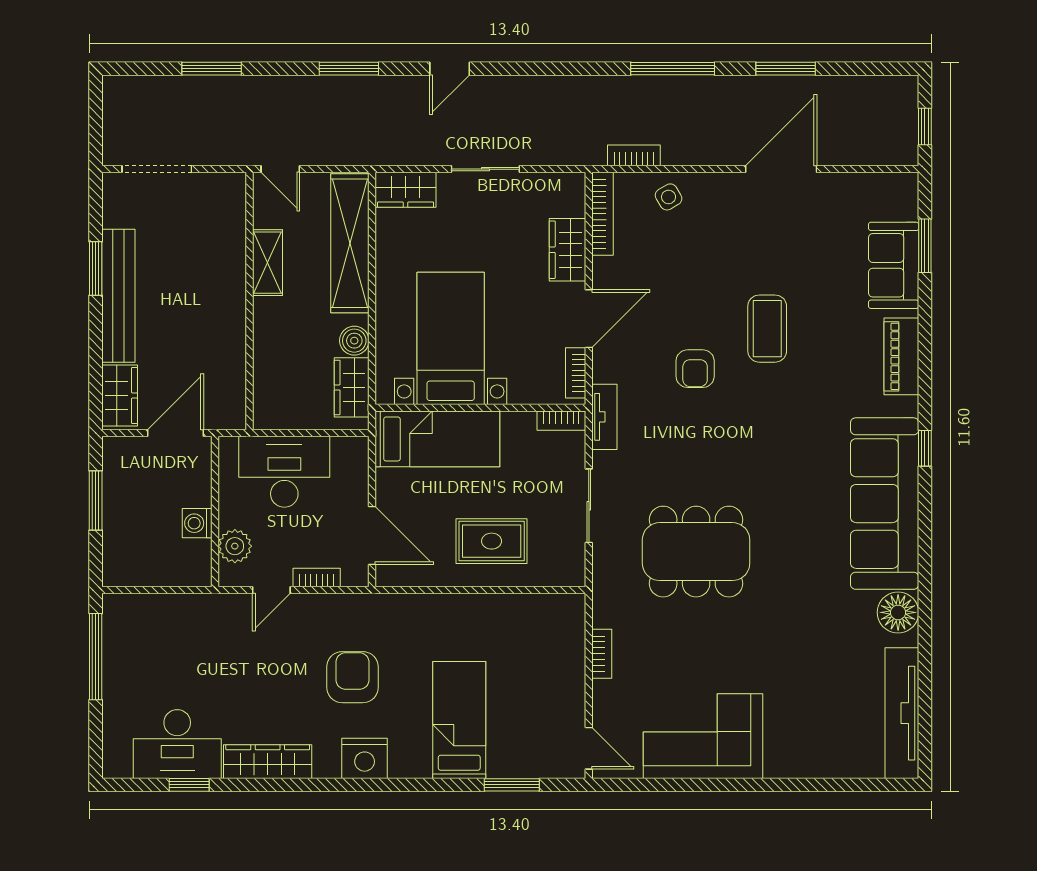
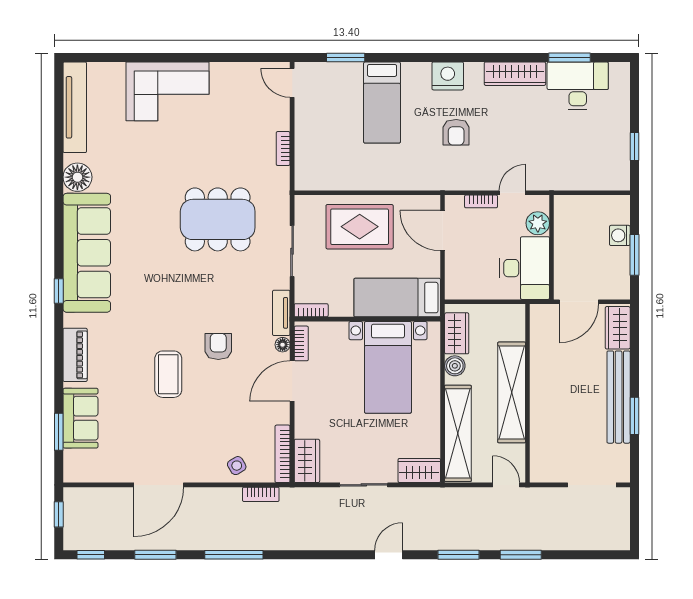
window: (212, 69) -> (521, 555), moved
window: (879, 69) -> (91, 555), added
wardrobe: (567, 250) -> (307, 461), moved
shelving: (268, 263) -> (512, 392), width x2.20, depth x1.33
floor lamp: (603, 371) -> (283, 345), added
desk: (284, 472) -> (525, 268), moved, turned -90
washing machine: (197, 523) -> (620, 235), moved, turned 180
rug: (492, 541) -> (360, 227), width x1.36, depth x1.43
window: (96, 657) -> (634, 146), width x0.46
armchair: (352, 677) -> (456, 132), width x0.72, depth x0.72
corner sofa: (703, 736) -> (167, 91), moved
window: (189, 785) -> (569, 58), width x1.50

